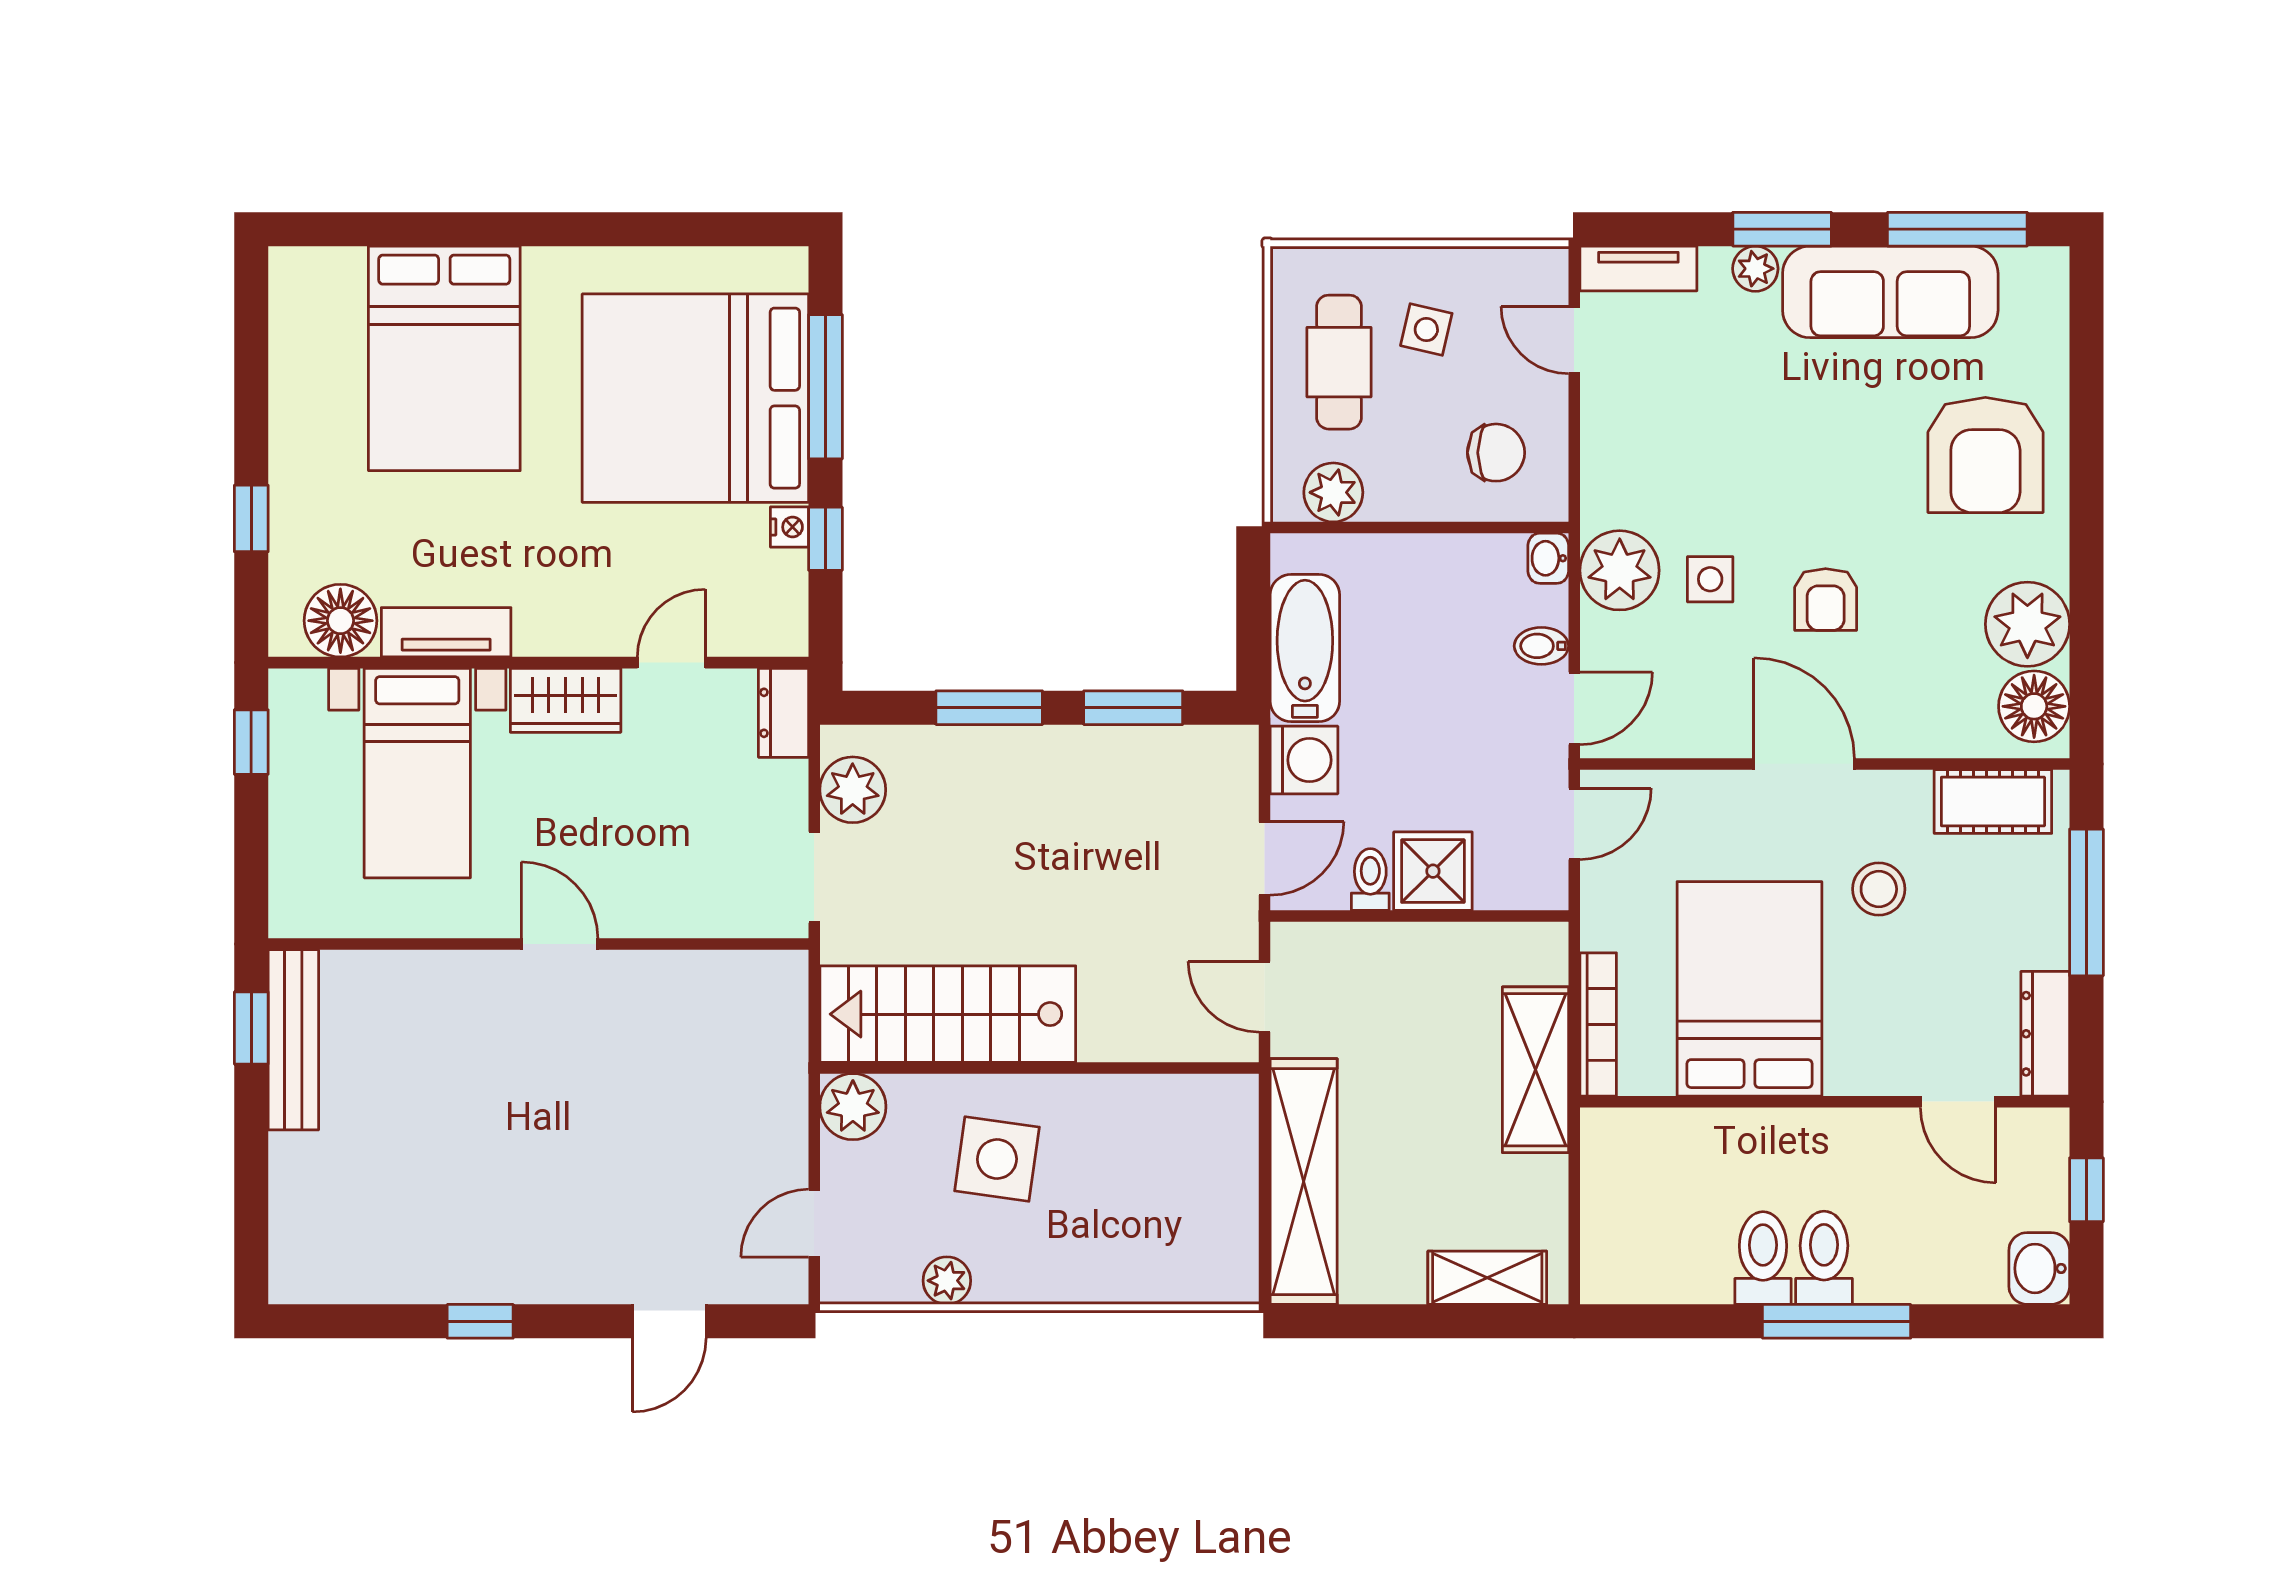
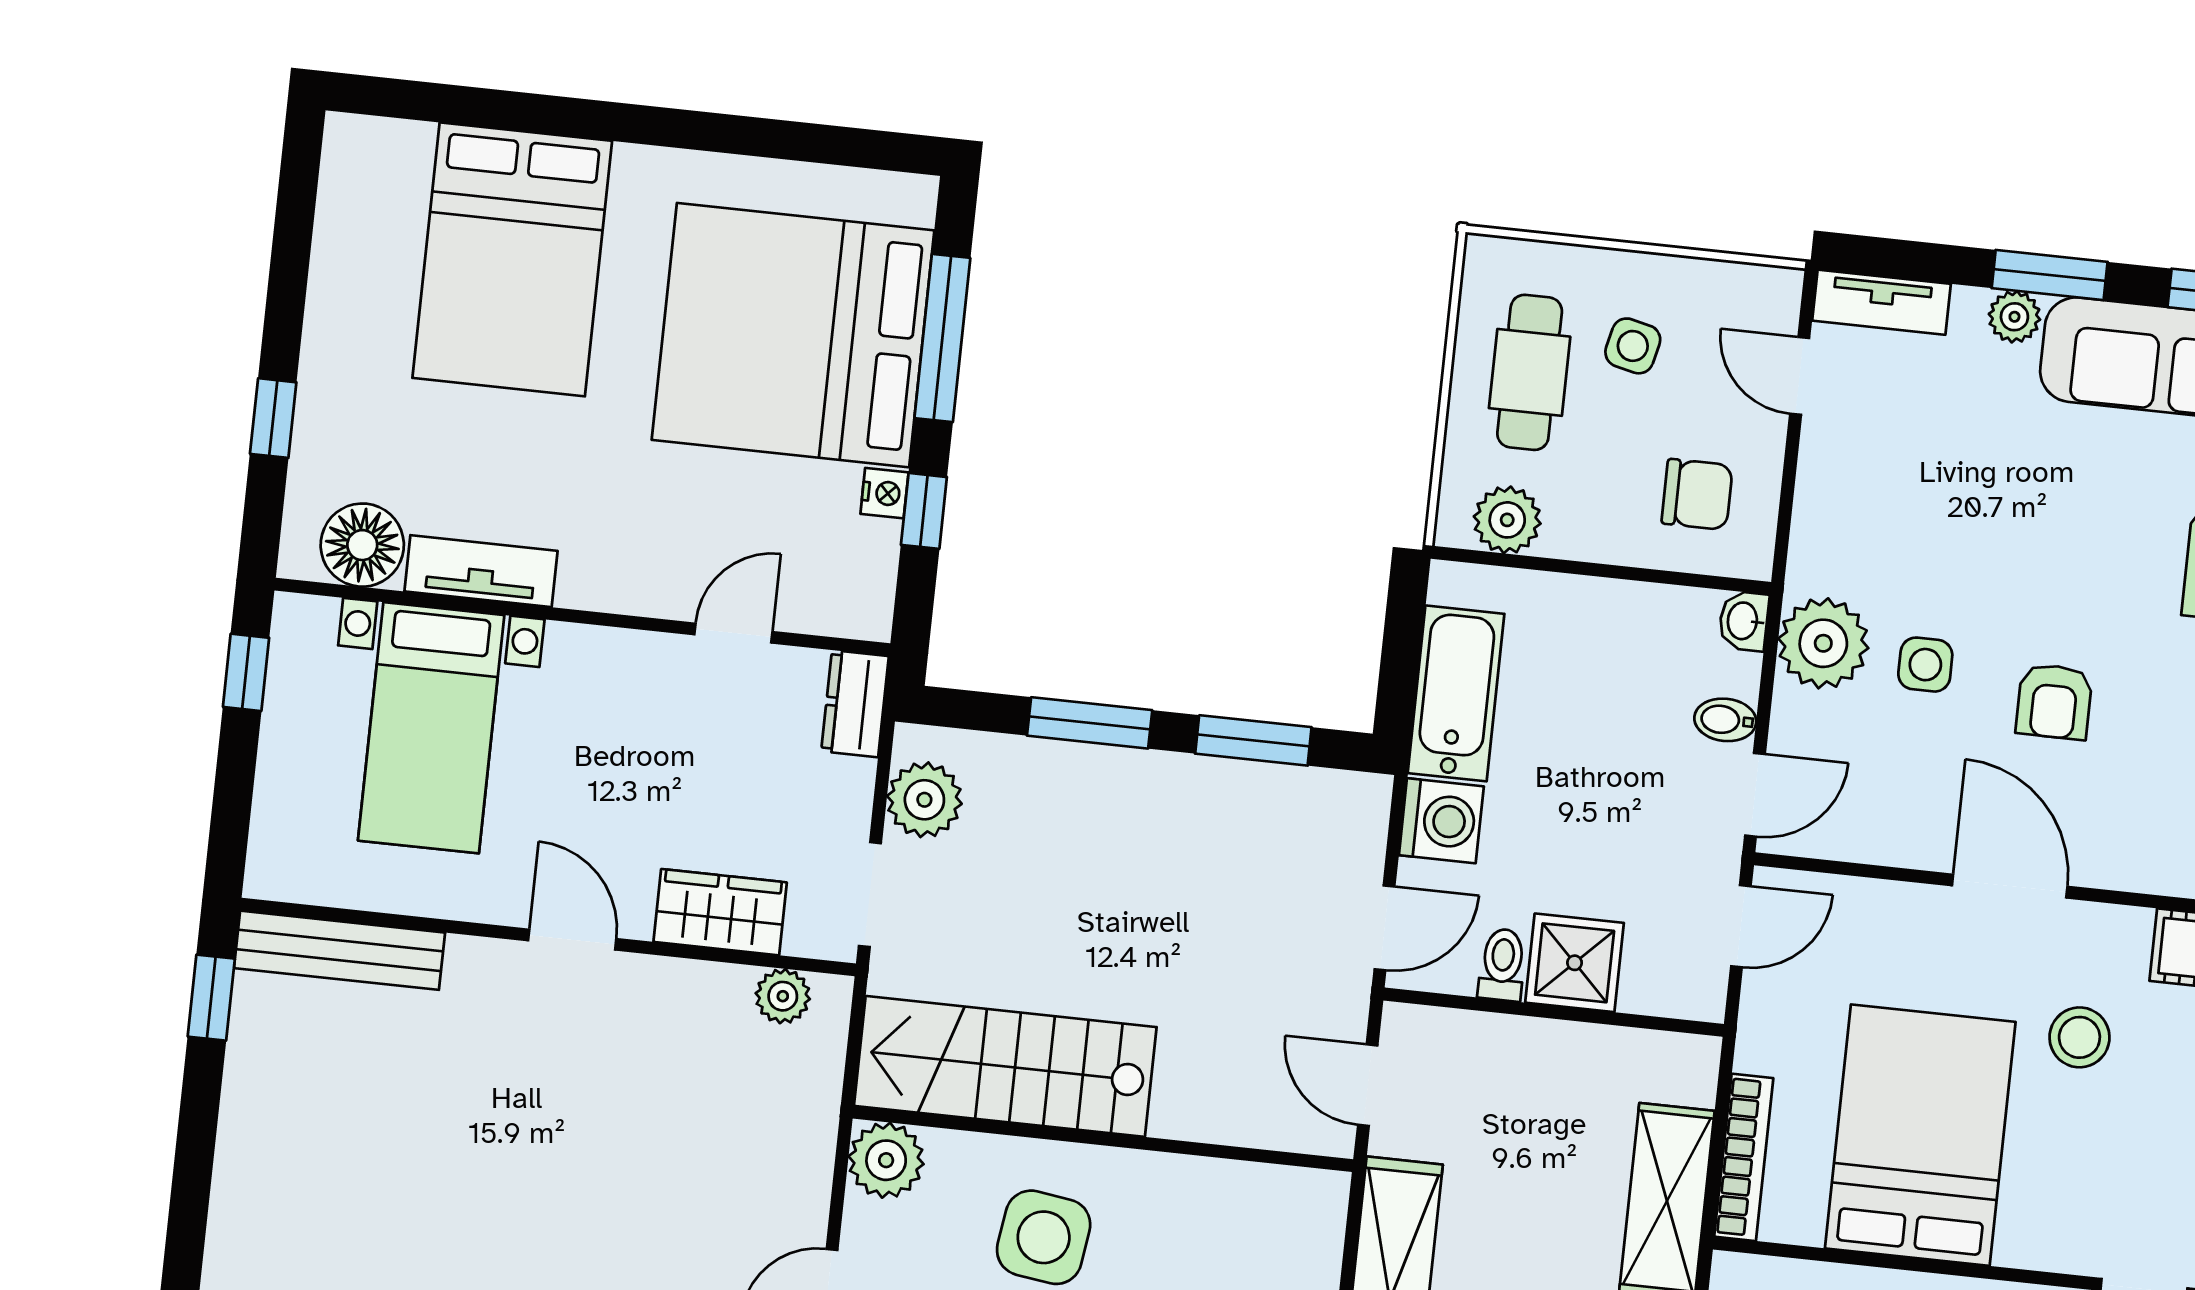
wardrobe: (566, 700) -> (720, 912), moved, turned 180
plant: (748, 974) -> (783, 996), added
bench: (293, 1040) -> (339, 950), moved, turned 90

